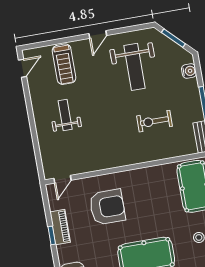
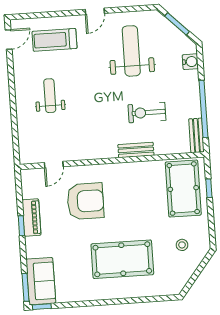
treadmill: (64, 64) -> (54, 40), turned 90
weight bench: (134, 67) -> (131, 51), turned 180
bench: (148, 156) -> (136, 150), added
door: (62, 179) -> (54, 165), moved

